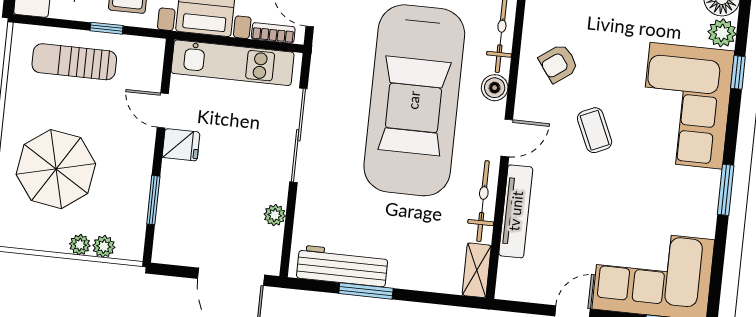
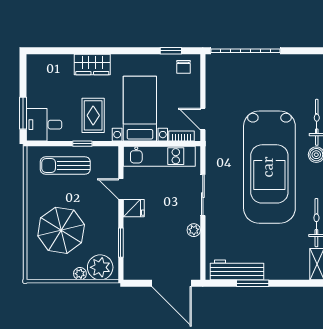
sliding door: (298, 135) -> (203, 195), width x0.73
plant: (275, 215) -> (194, 230), moved
plant: (104, 246) -> (100, 267), width x1.88, depth x1.88

